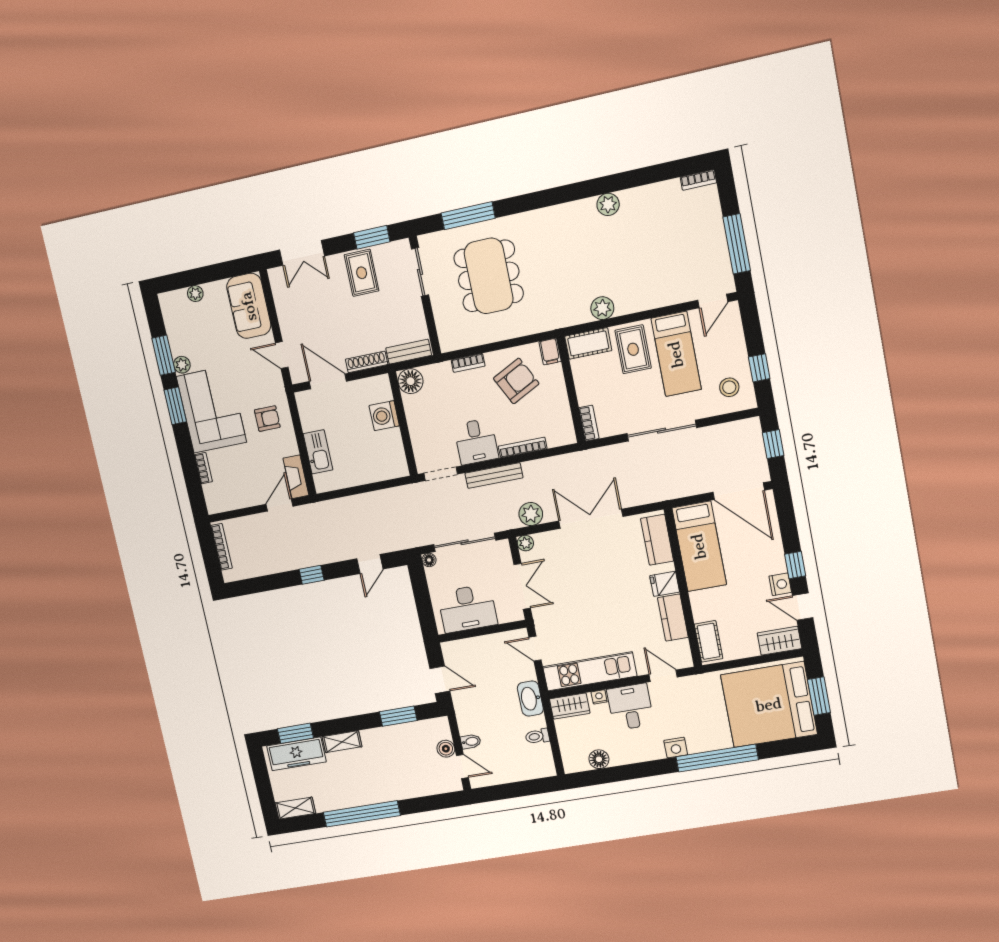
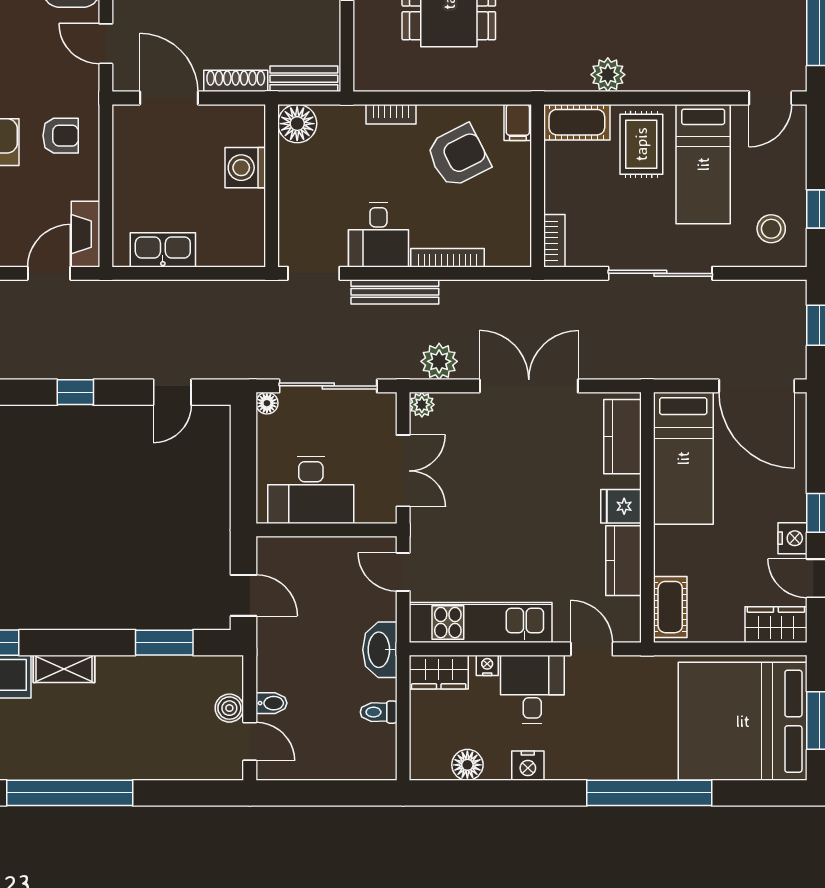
kitchen sink: (318, 452) -> (163, 250), moved, turned -90
nightstand: (676, 748) -> (528, 766), moved

